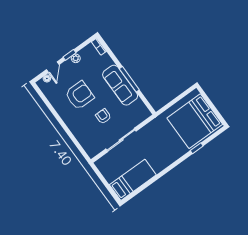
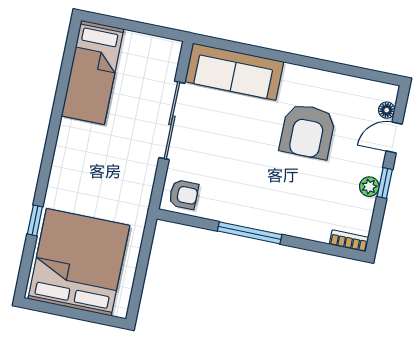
door: (53, 67) -> (394, 138), hinge flipped
sofa: (120, 85) -> (234, 72), moved, turned 180
armchair: (103, 116) -> (184, 195), moved

